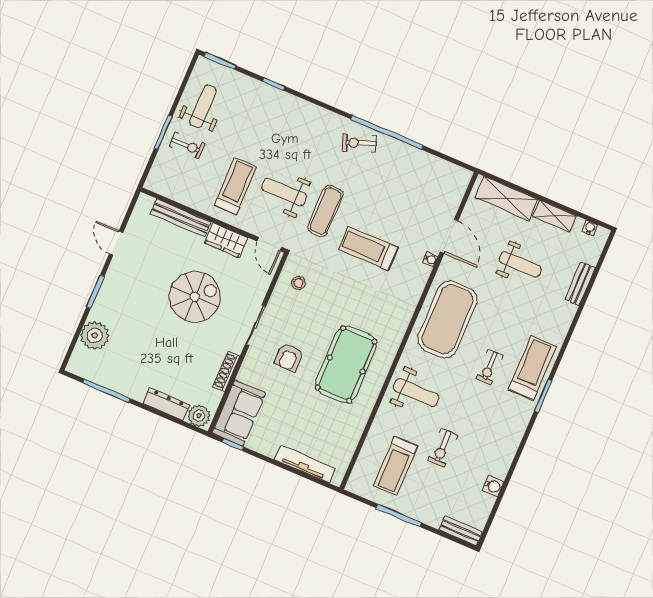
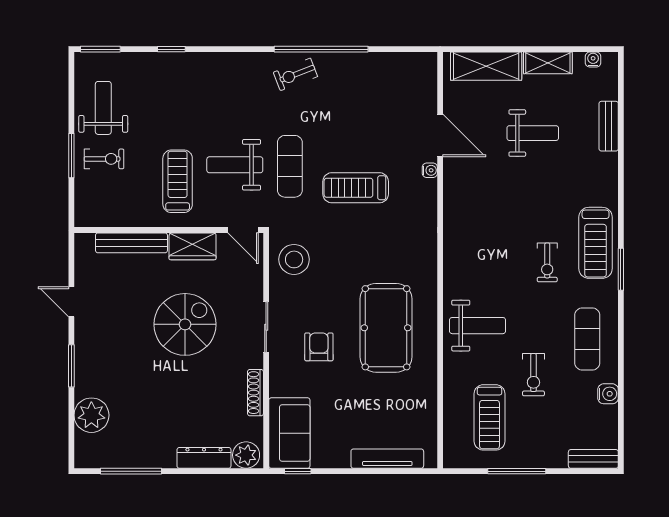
stool: (298, 283) -> (294, 259), width x1.89, depth x1.89
exercise mat: (447, 319) -> (587, 339), moved, width x0.50, depth x0.69
armchair: (289, 357) -> (319, 347), turned 180
treadmill: (532, 368) -> (596, 243), turned 180

